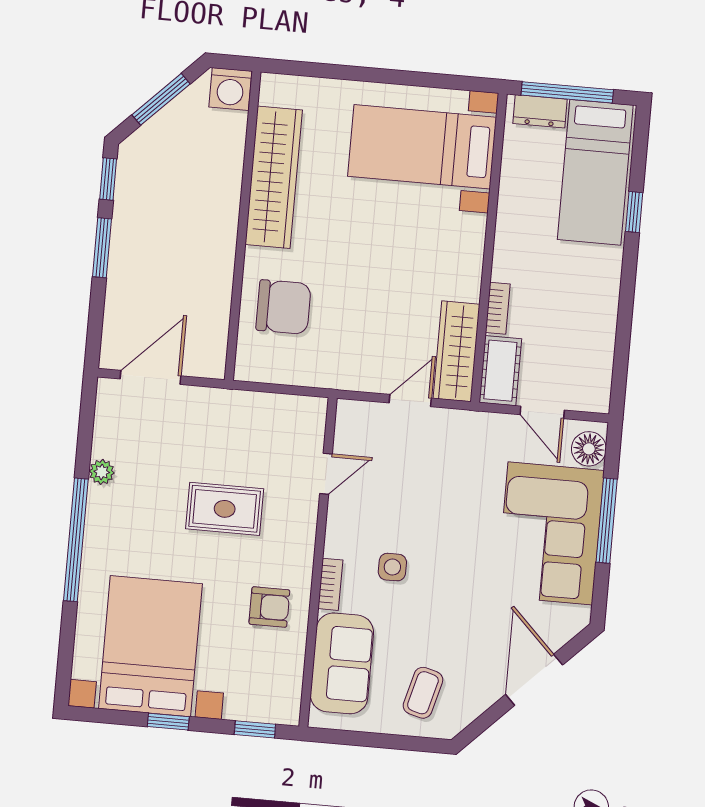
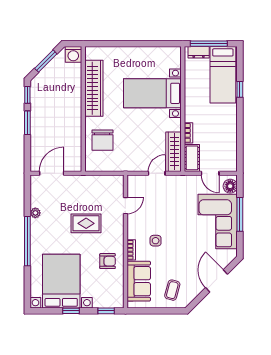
bed with nightstands: (422, 147) -> (152, 93), moved
chair: (283, 307) -> (102, 140), turned 90

